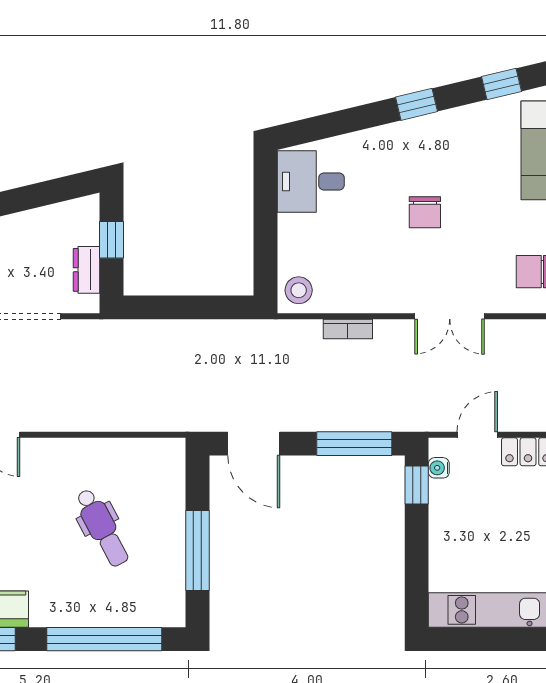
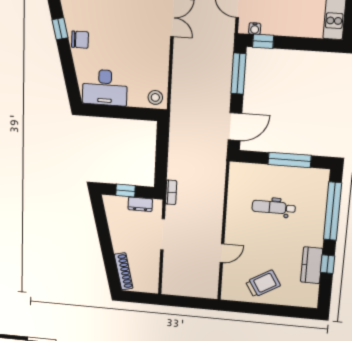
desk: (311, 181) -> (105, 88), width x1.37
chair: (425, 212) -> (80, 40), moved
bookcase: (348, 329) -> (171, 192), moved
dental chair: (102, 528) -> (274, 207), turned -152

